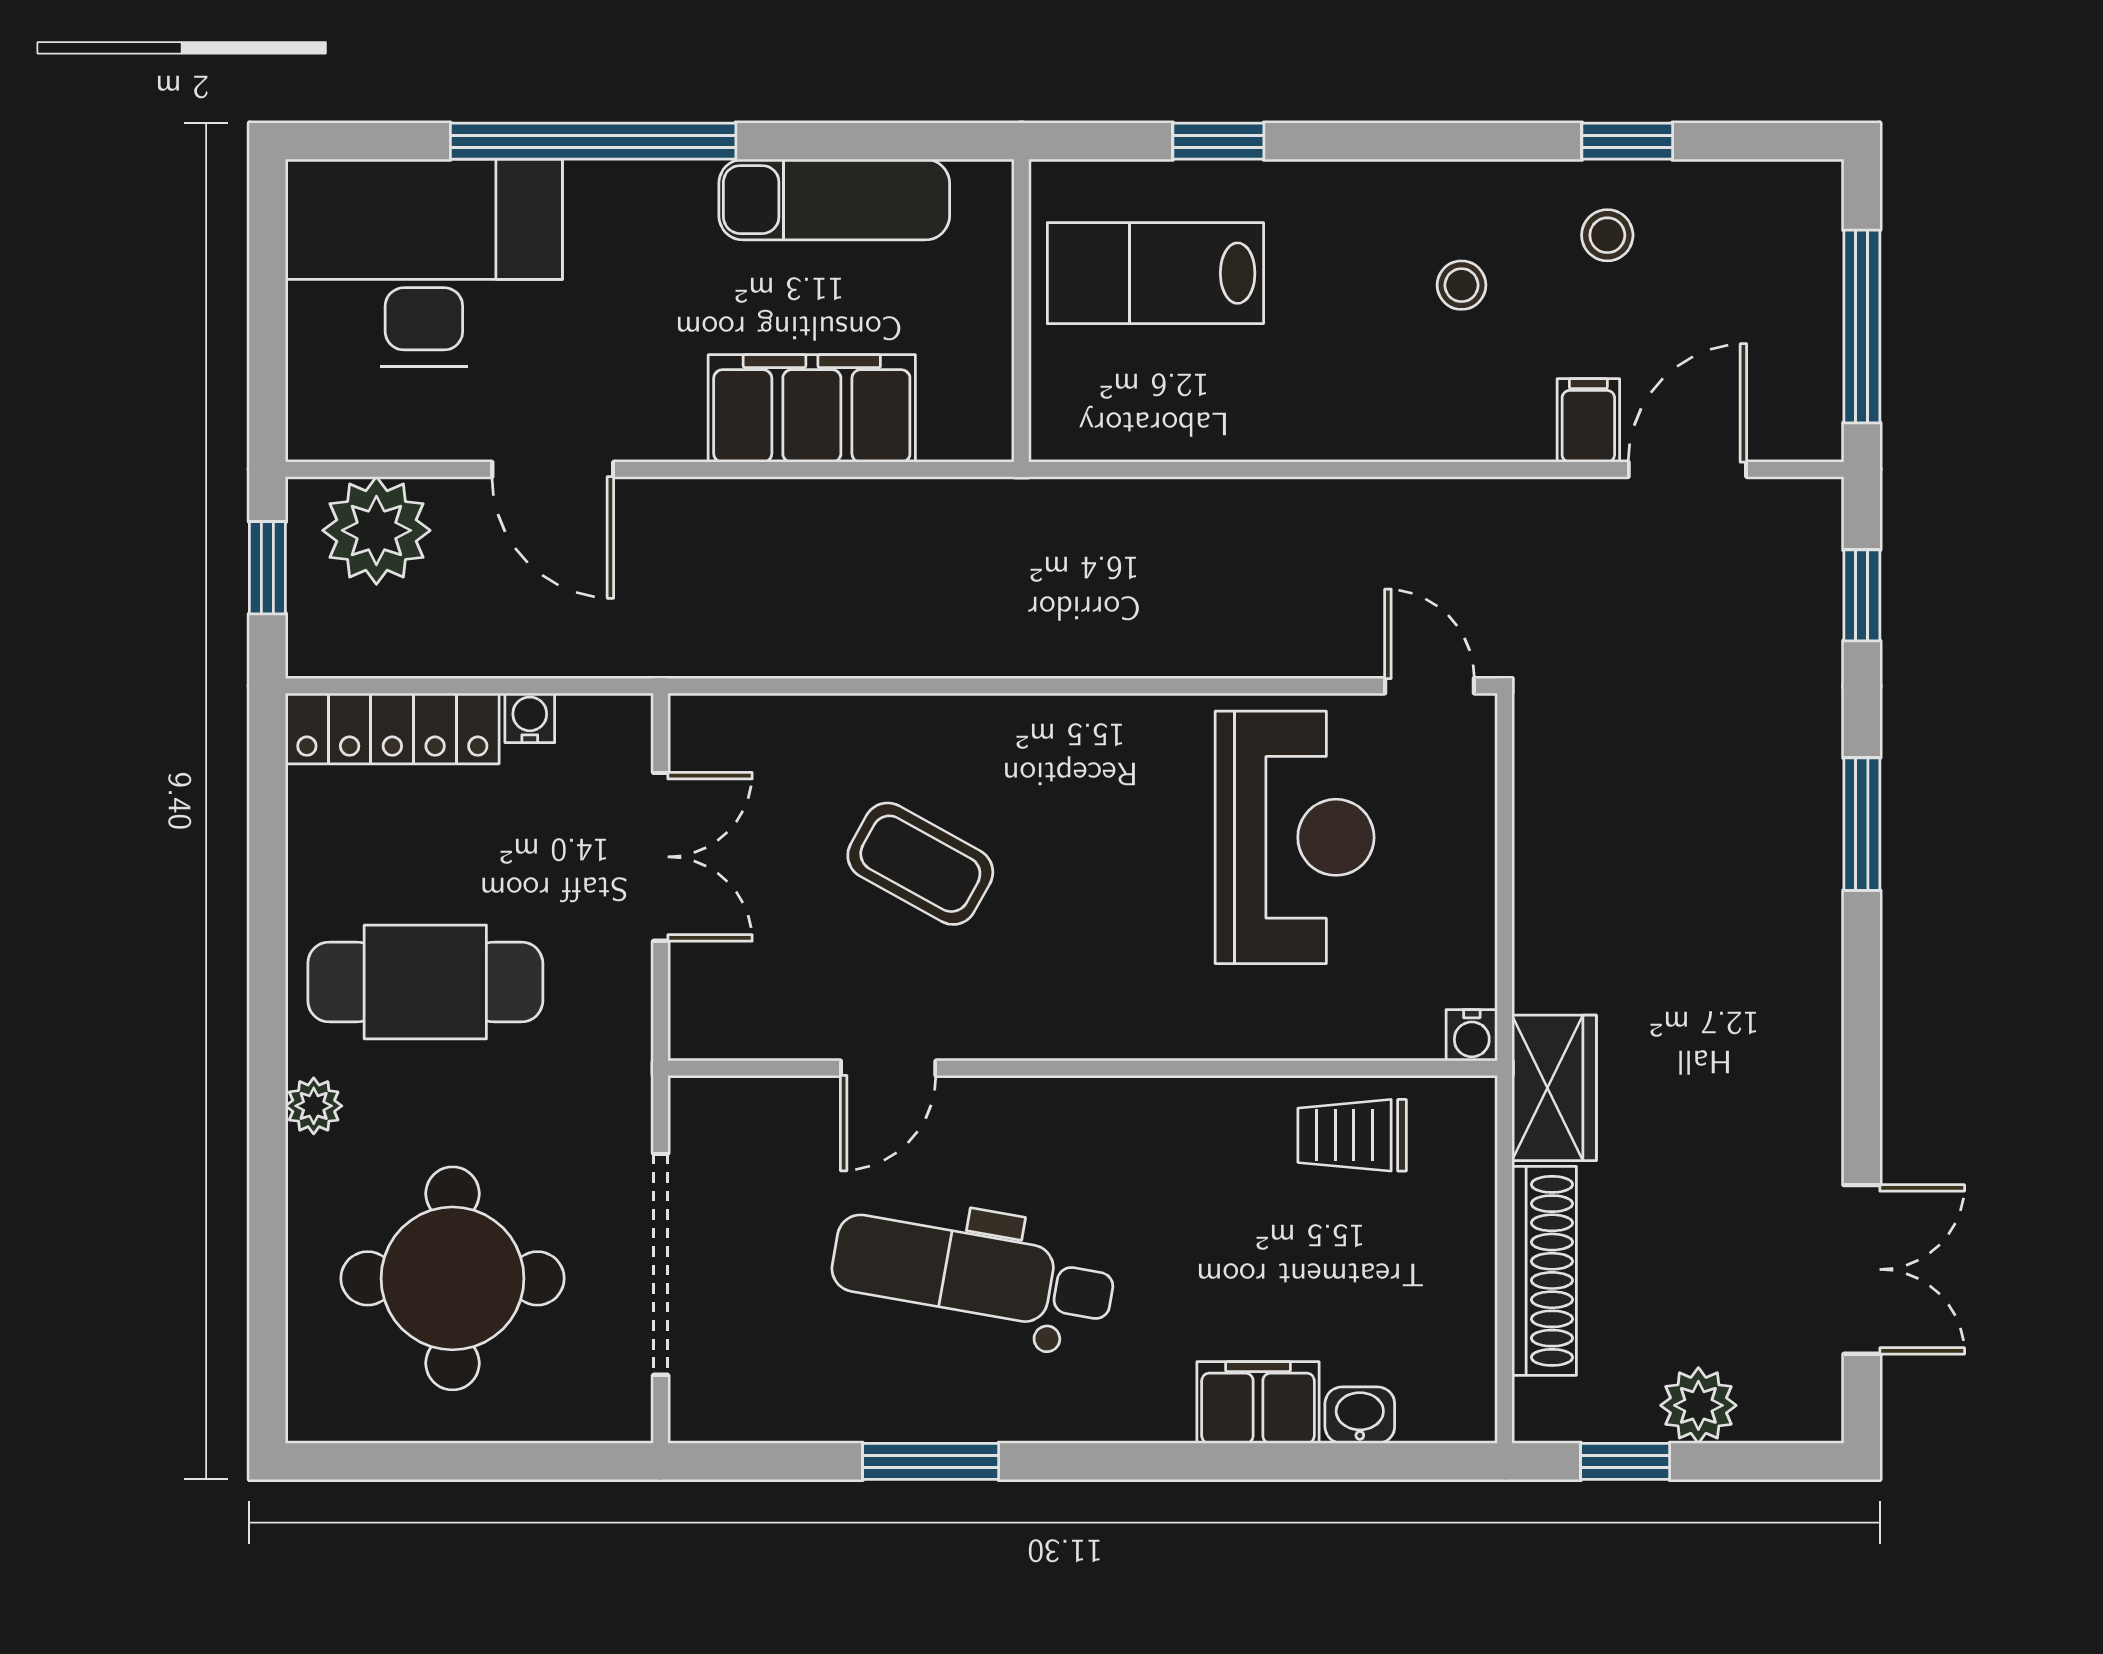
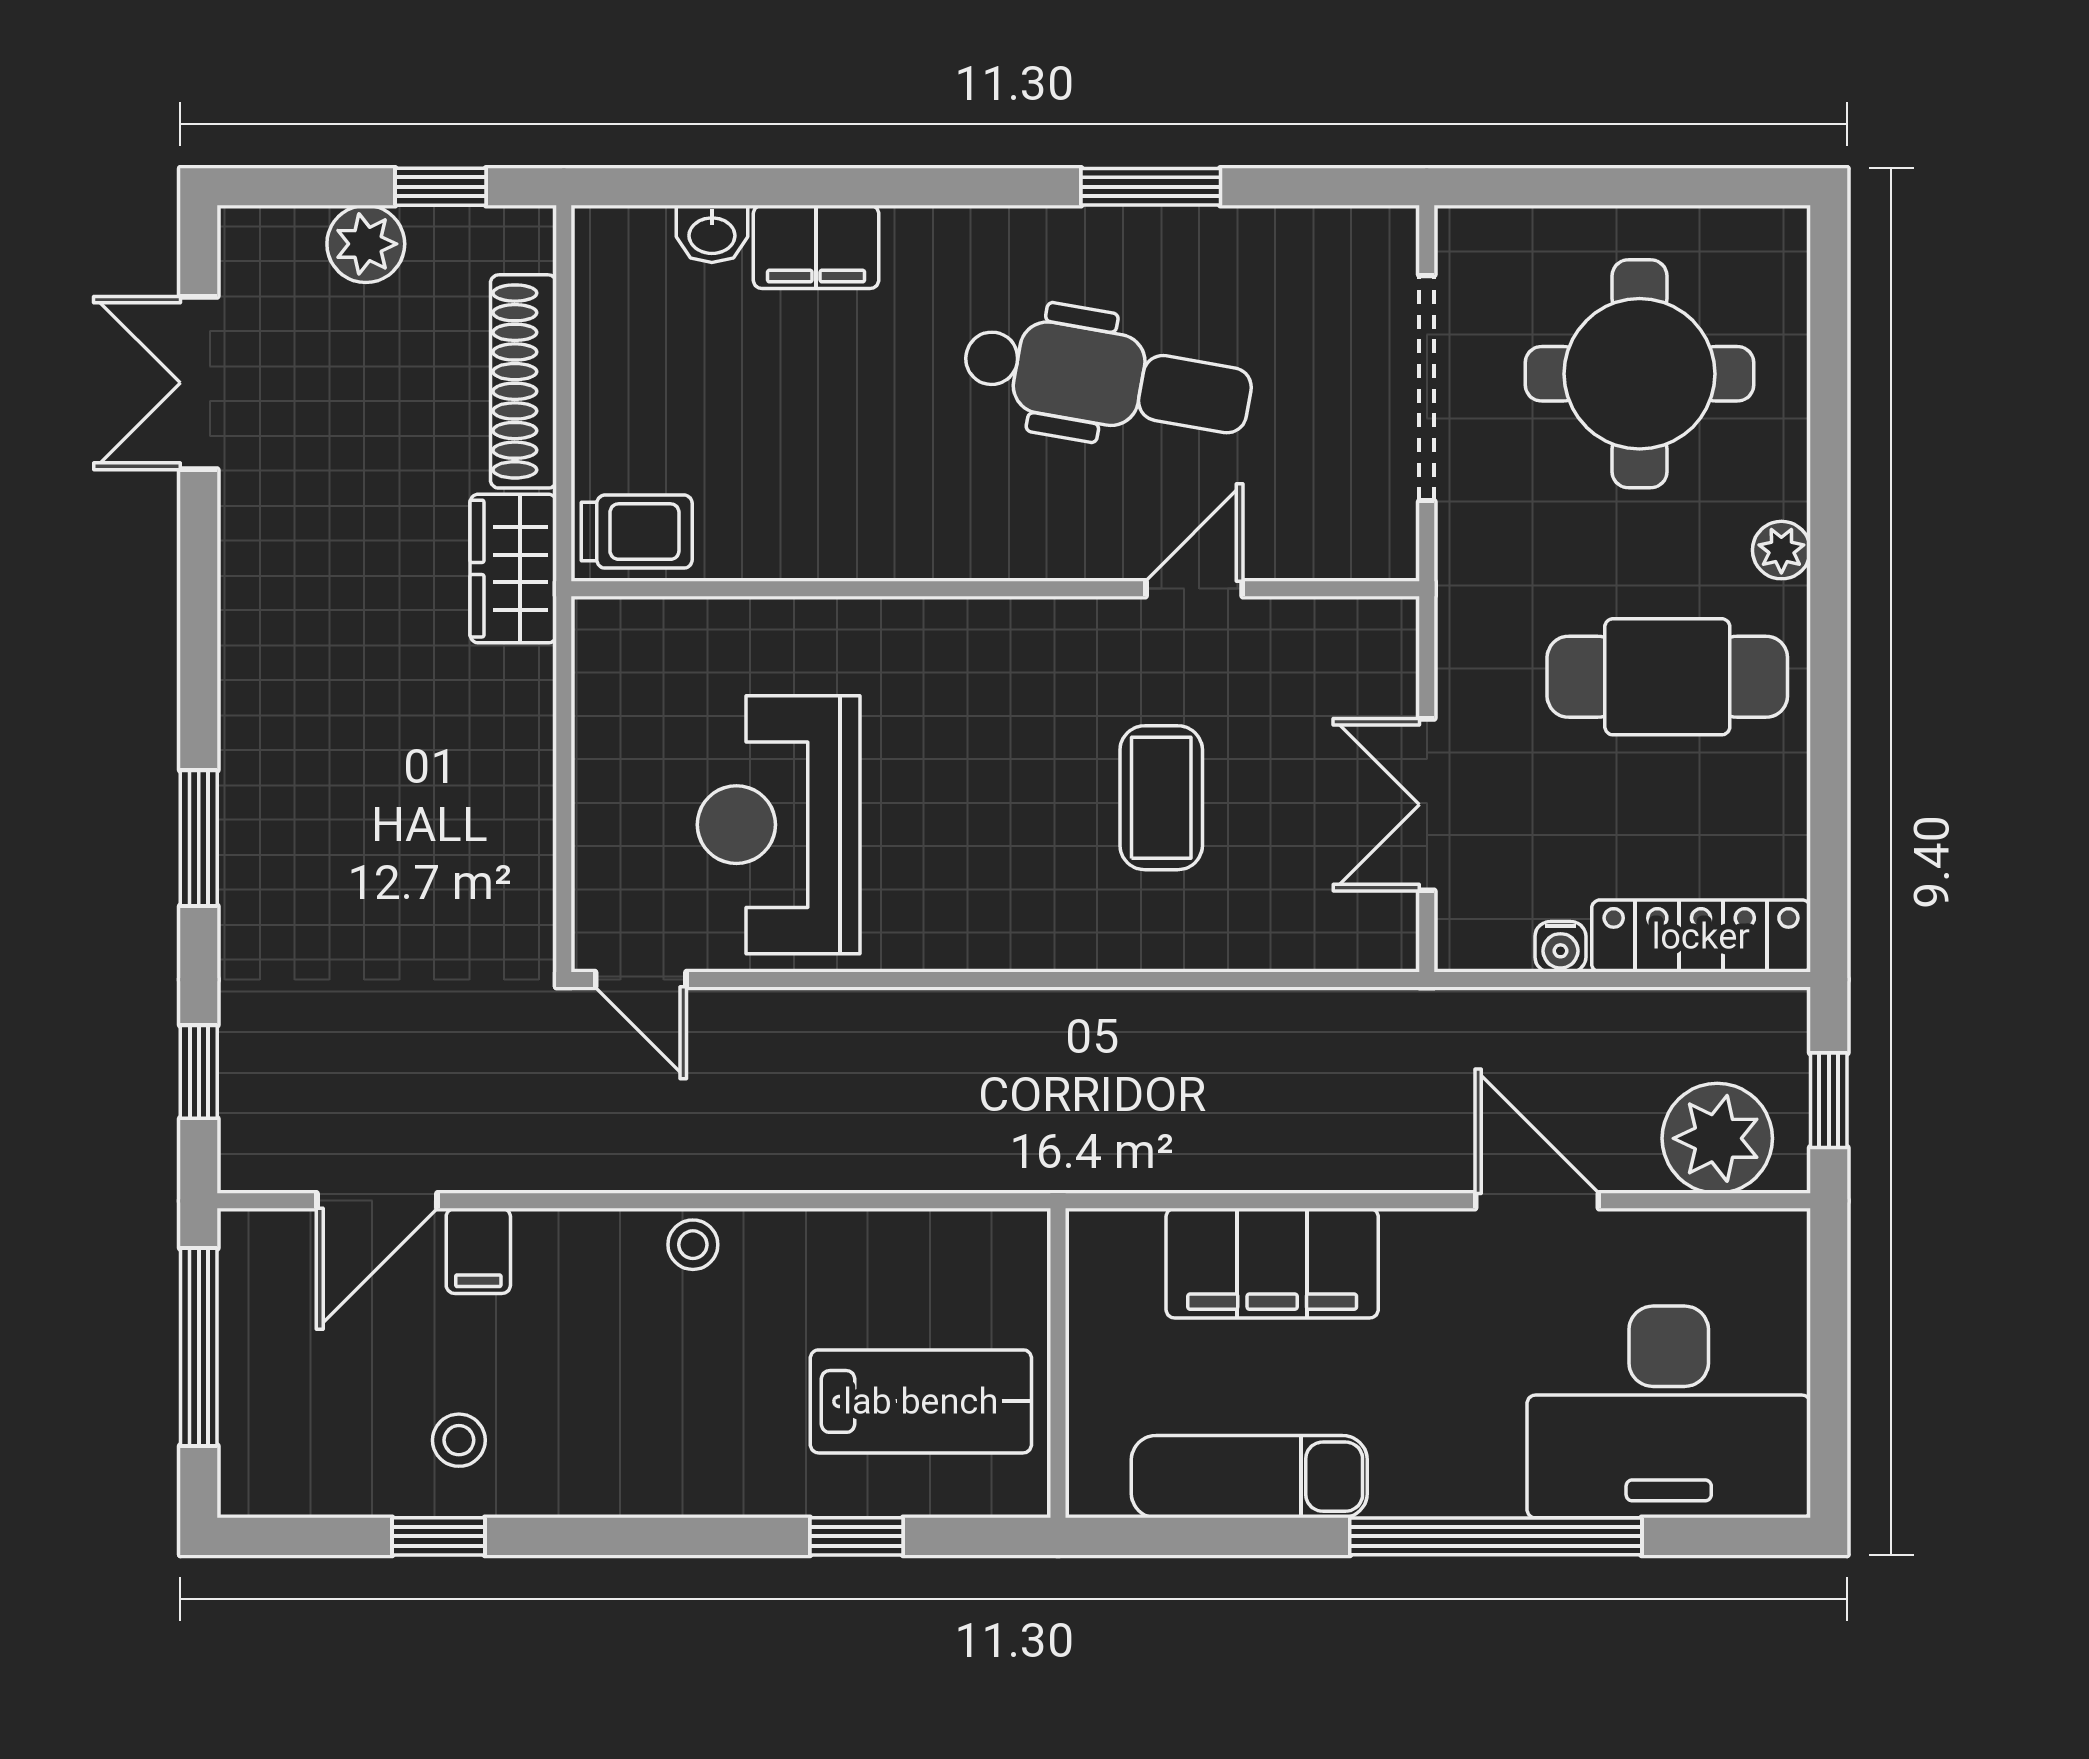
stool: (1462, 285) -> (693, 1245), moved
coffee table: (920, 864) -> (1161, 798), turned 61
water cooler: (1472, 1035) -> (597, 622), removed
trolley: (1352, 1135) -> (637, 532), moved

